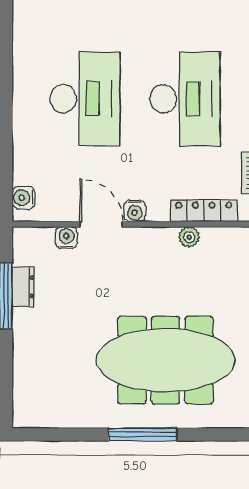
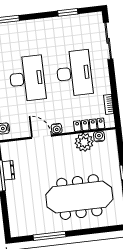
plant: (189, 237) -> (84, 142), width x1.87, depth x1.87
water cooler: (66, 238) -> (99, 136), moved
window: (143, 434) -> (49, 236), moved

